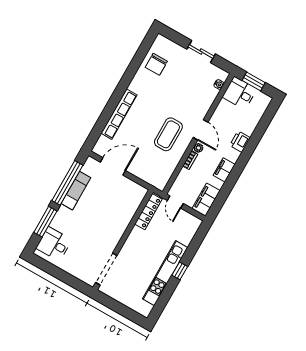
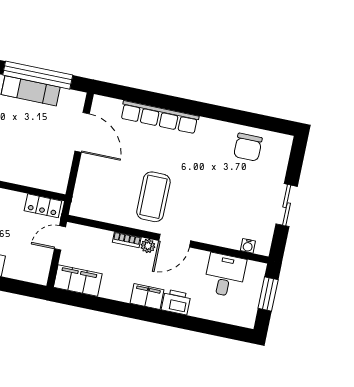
chair: (156, 64) -> (248, 147), turned -90
desk: (240, 93) -> (225, 275), moved
coffee table: (168, 134) -> (153, 197), turned 90
filing cabinet: (224, 170) -> (147, 297), moved
locker: (148, 212) -> (43, 206), width x0.66

